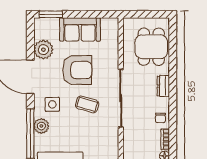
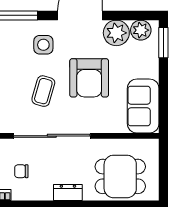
sofa: (80, 29) -> (143, 106), moved
chair: (160, 118) -> (21, 171), moved
plant: (41, 126) -> (141, 30), moved

